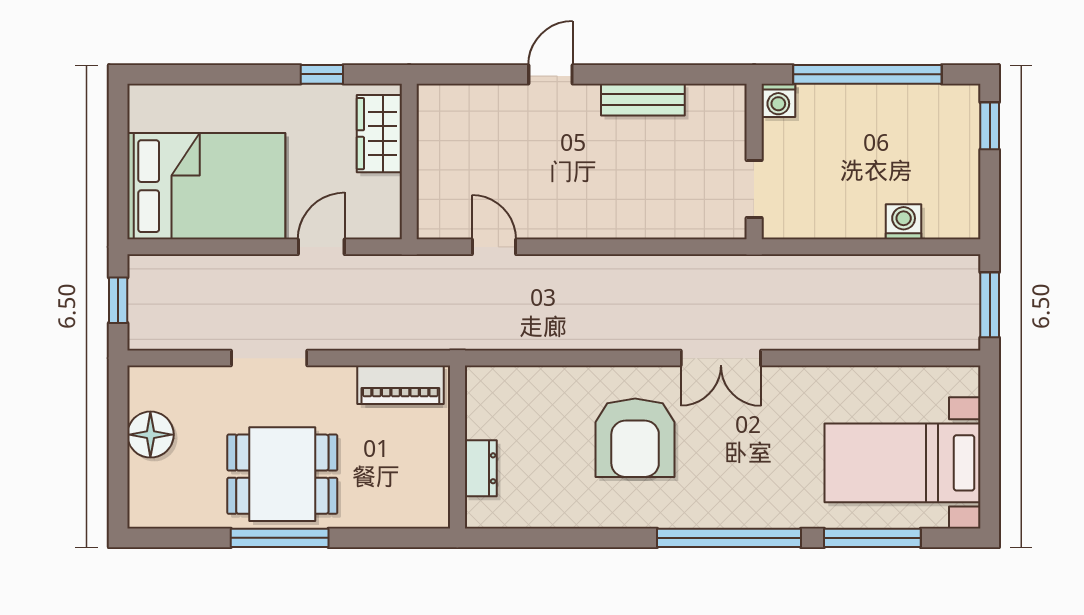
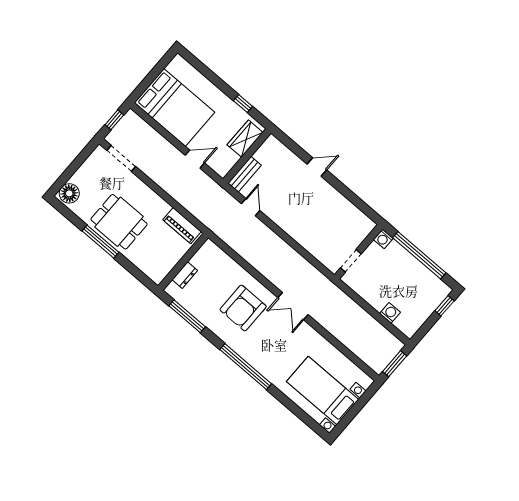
bench: (643, 100) -> (244, 174), moved, turned 90
doorway: (269, 358) -> (121, 158), moved
floor lamp: (150, 435) -> (69, 193), moved
window: (872, 538) -> (187, 316), moved

